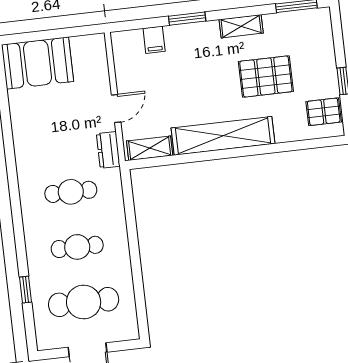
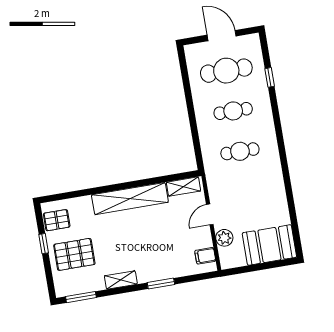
filing cabinet: (154, 40) -> (205, 256), moved, turned -90
plant: (98, 76) -> (224, 238), added
pallet: (266, 76) -> (74, 254), moved
dresser: (108, 150) -> (214, 184), removed

